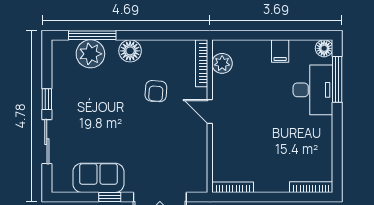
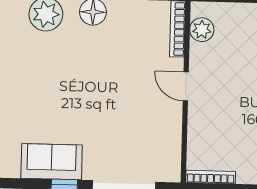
armchair: (156, 91) -> (122, 61), removed

